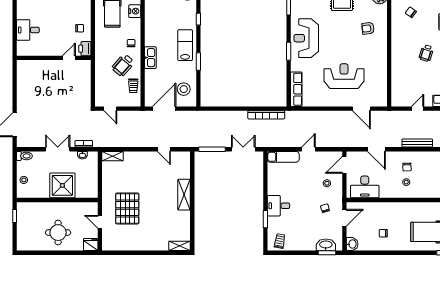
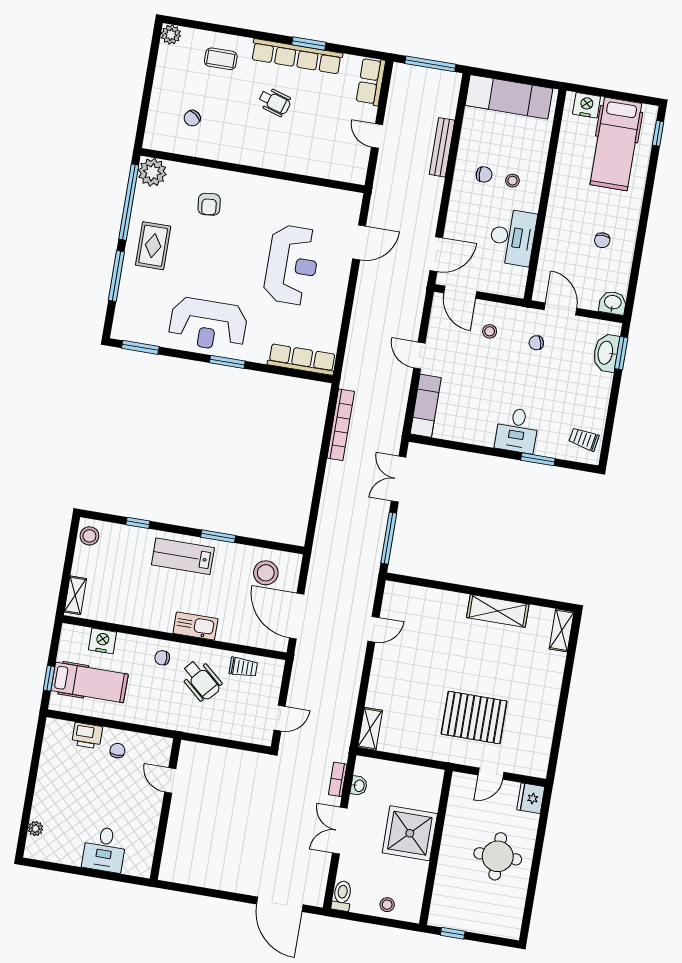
printer: (85, 49) -> (87, 736), moved
reception desk: (344, 76) -> (292, 265), turned 180
door: (376, 149) -> (436, 254), moved
desk: (365, 187) -> (512, 237), moved
shelving: (184, 195) -> (498, 611), moved

